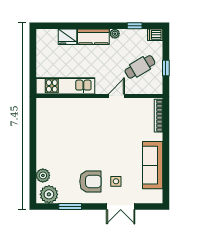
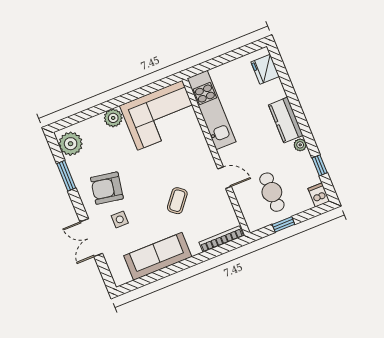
fridge: (67, 37) -> (265, 69), moved
cafe table: (140, 67) -> (272, 192), turned 31
corner sofa: (54, 124) -> (160, 115), added
coffee table: (119, 136) -> (177, 201), added
plant: (43, 175) -> (113, 118), moved
armchair: (90, 181) -> (107, 188), turned 100

